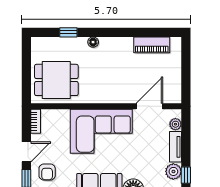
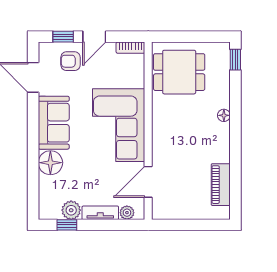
window: (68, 32) -> (235, 60), moved
dining table: (56, 80) -> (179, 72), turned 90
door: (149, 106) -> (148, 182), swing flipped
door: (26, 152) -> (94, 37), hinge flipped

